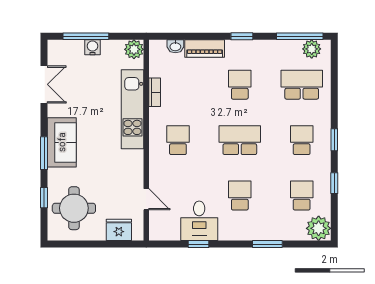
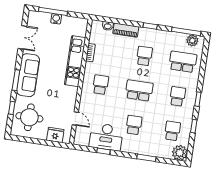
plant: (134, 49) -> (82, 24), removed
sofa: (62, 142) -> (28, 75), width x1.36
desk: (199, 221) -> (106, 137), width x1.37

